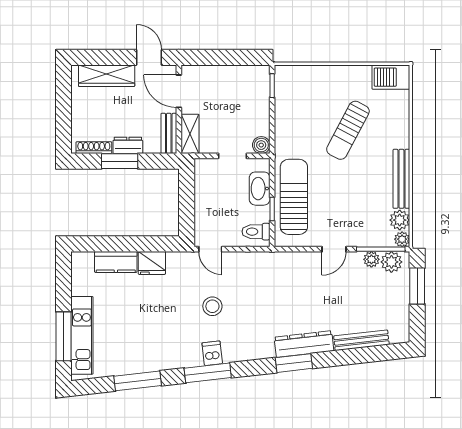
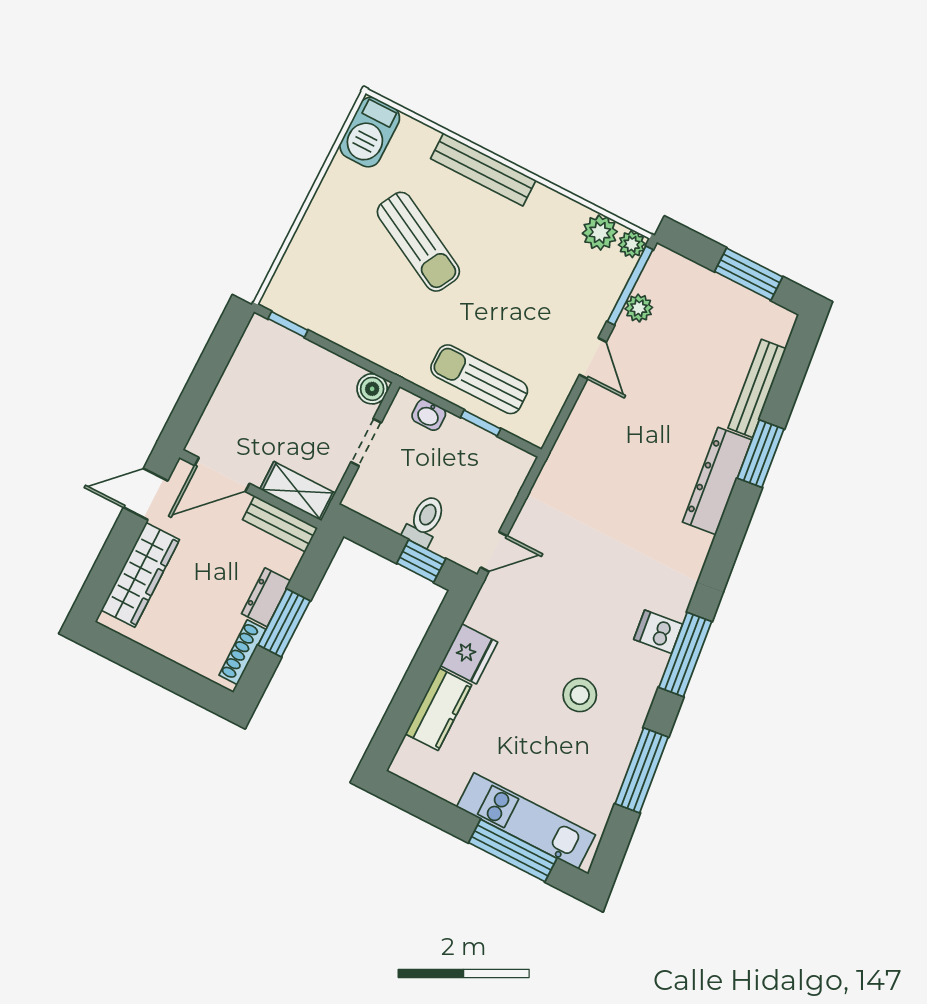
bench: (401, 179) -> (483, 169), moved
washbasin: (260, 189) -> (429, 415), width x0.52, depth x0.69
sun lounger: (294, 197) -> (479, 379), width x0.73, depth x0.75
window: (187, 215) -> (421, 561), added
toilet: (256, 232) -> (425, 521), moved, turned 180
plant: (391, 262) -> (659, 279), removed
window: (417, 286) -> (749, 274), moved
stool: (212, 306) -> (580, 695), moved
window: (294, 363) -> (761, 454), moved

